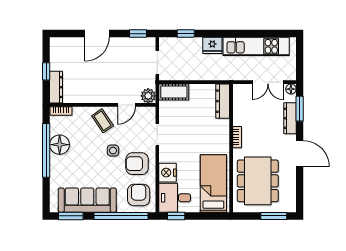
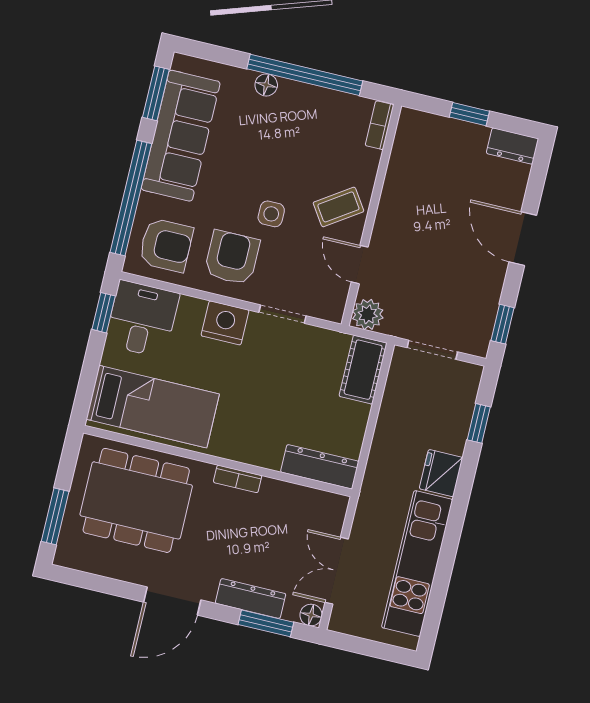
dresser: (56, 87) -> (513, 146), moved, width x0.70
floor lamp: (60, 145) -> (266, 85), moved, width x0.53, depth x0.53
nightstand: (168, 173) -> (225, 323), moved

